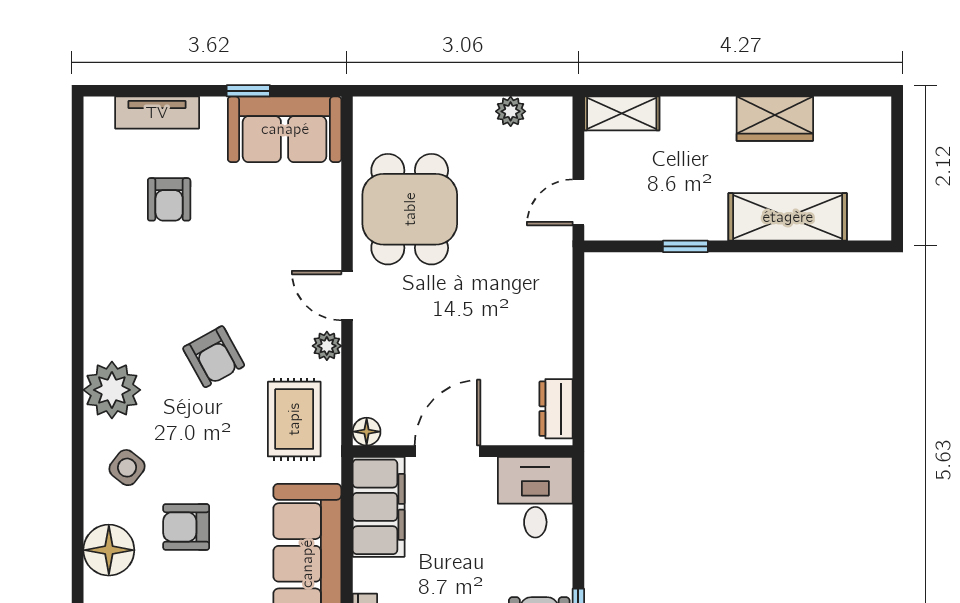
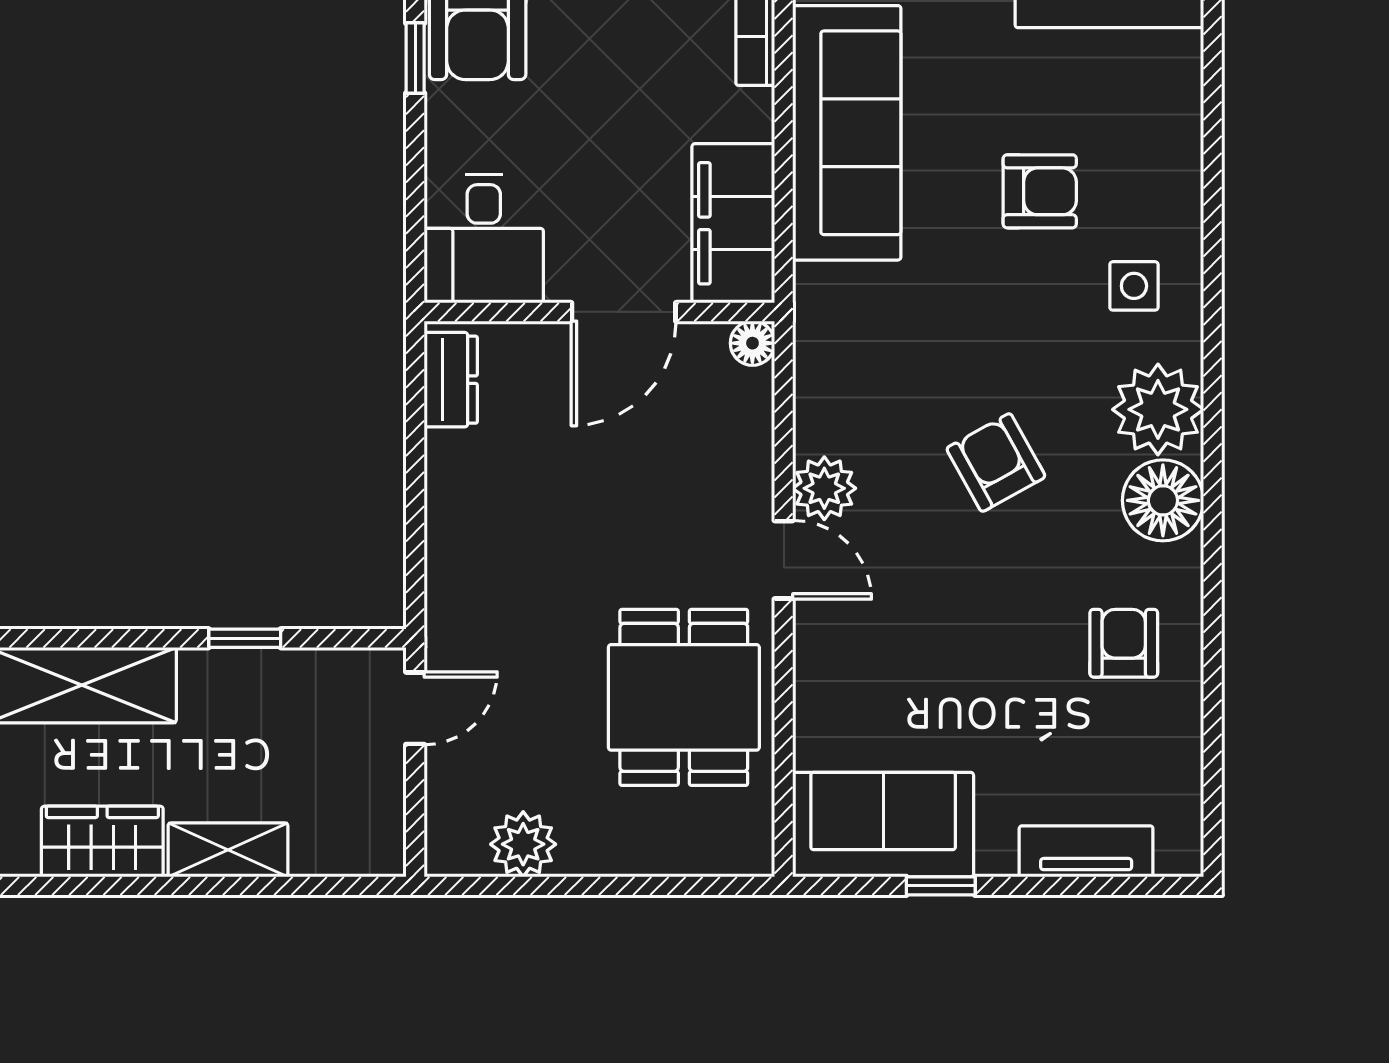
plant: (511, 111) -> (523, 844), width x1.38, depth x1.38
shelving: (622, 113) -> (228, 850), moved
armchair: (169, 199) -> (1124, 643), moved
plant: (327, 346) -> (824, 488), width x1.38, depth x1.38
rug: (294, 419) -> (868, 363), removed
side table: (127, 468) -> (1134, 286), turned -38
floor lamp: (109, 550) -> (1163, 500), moved

